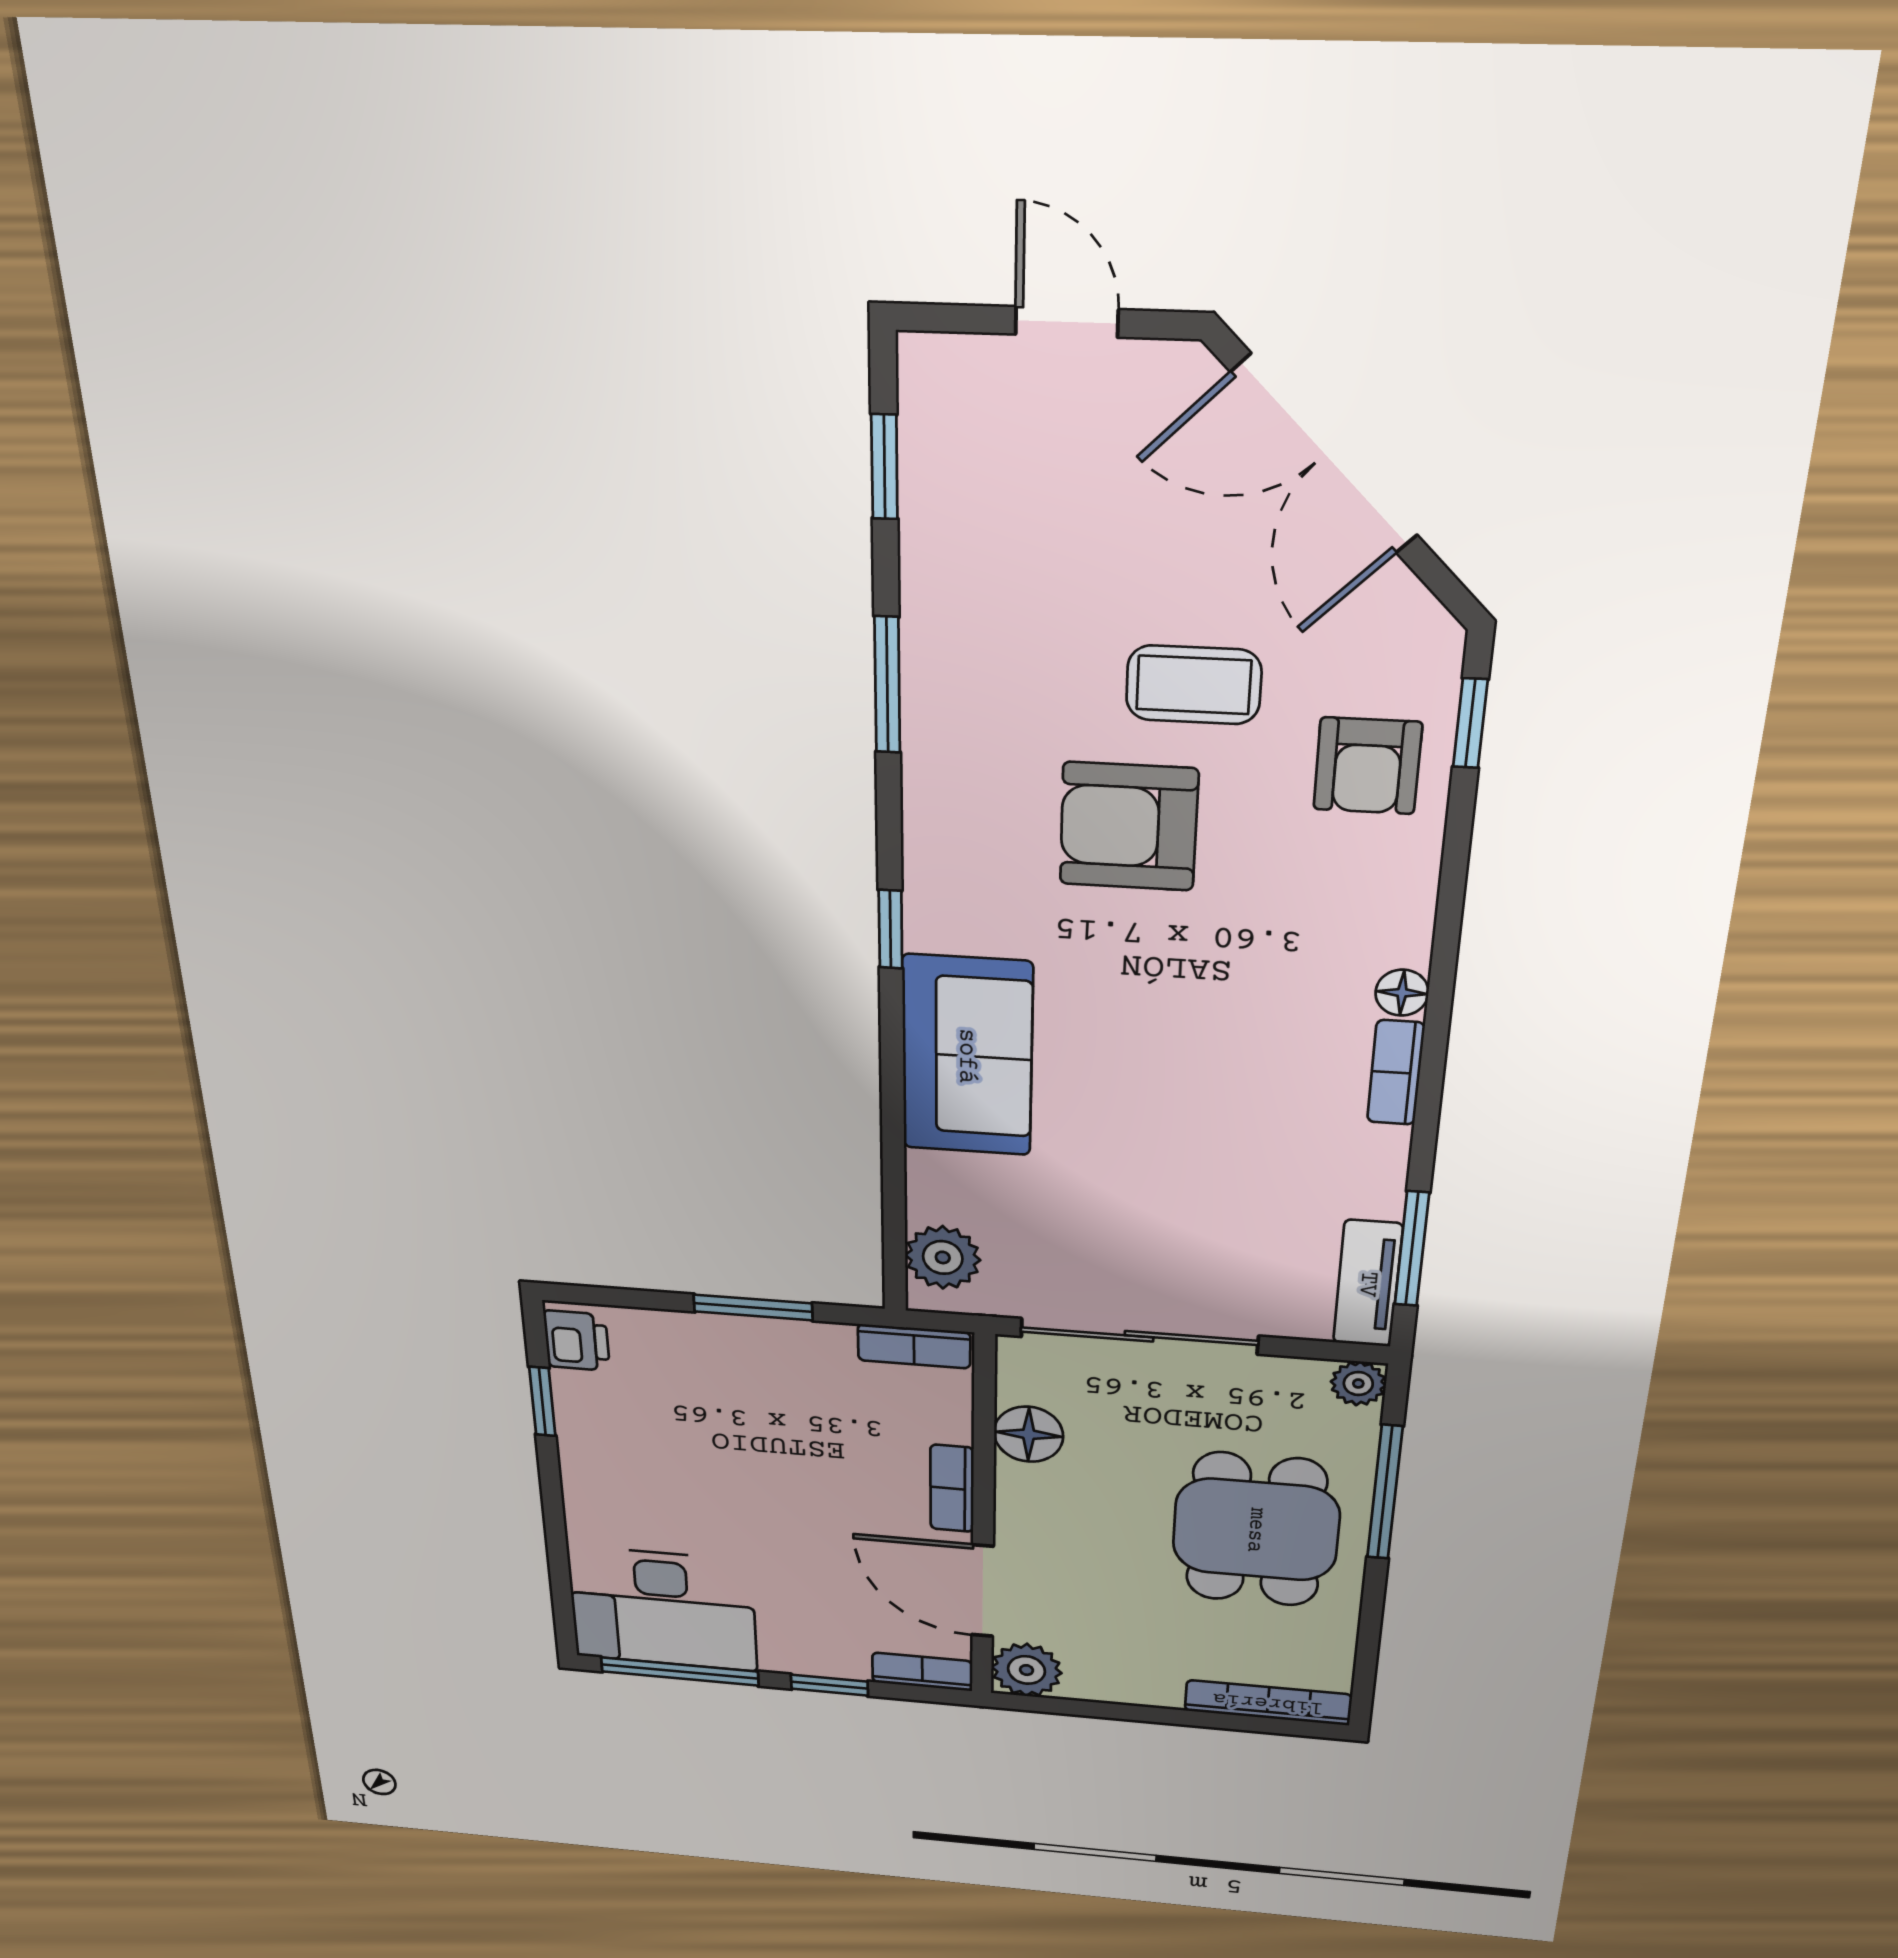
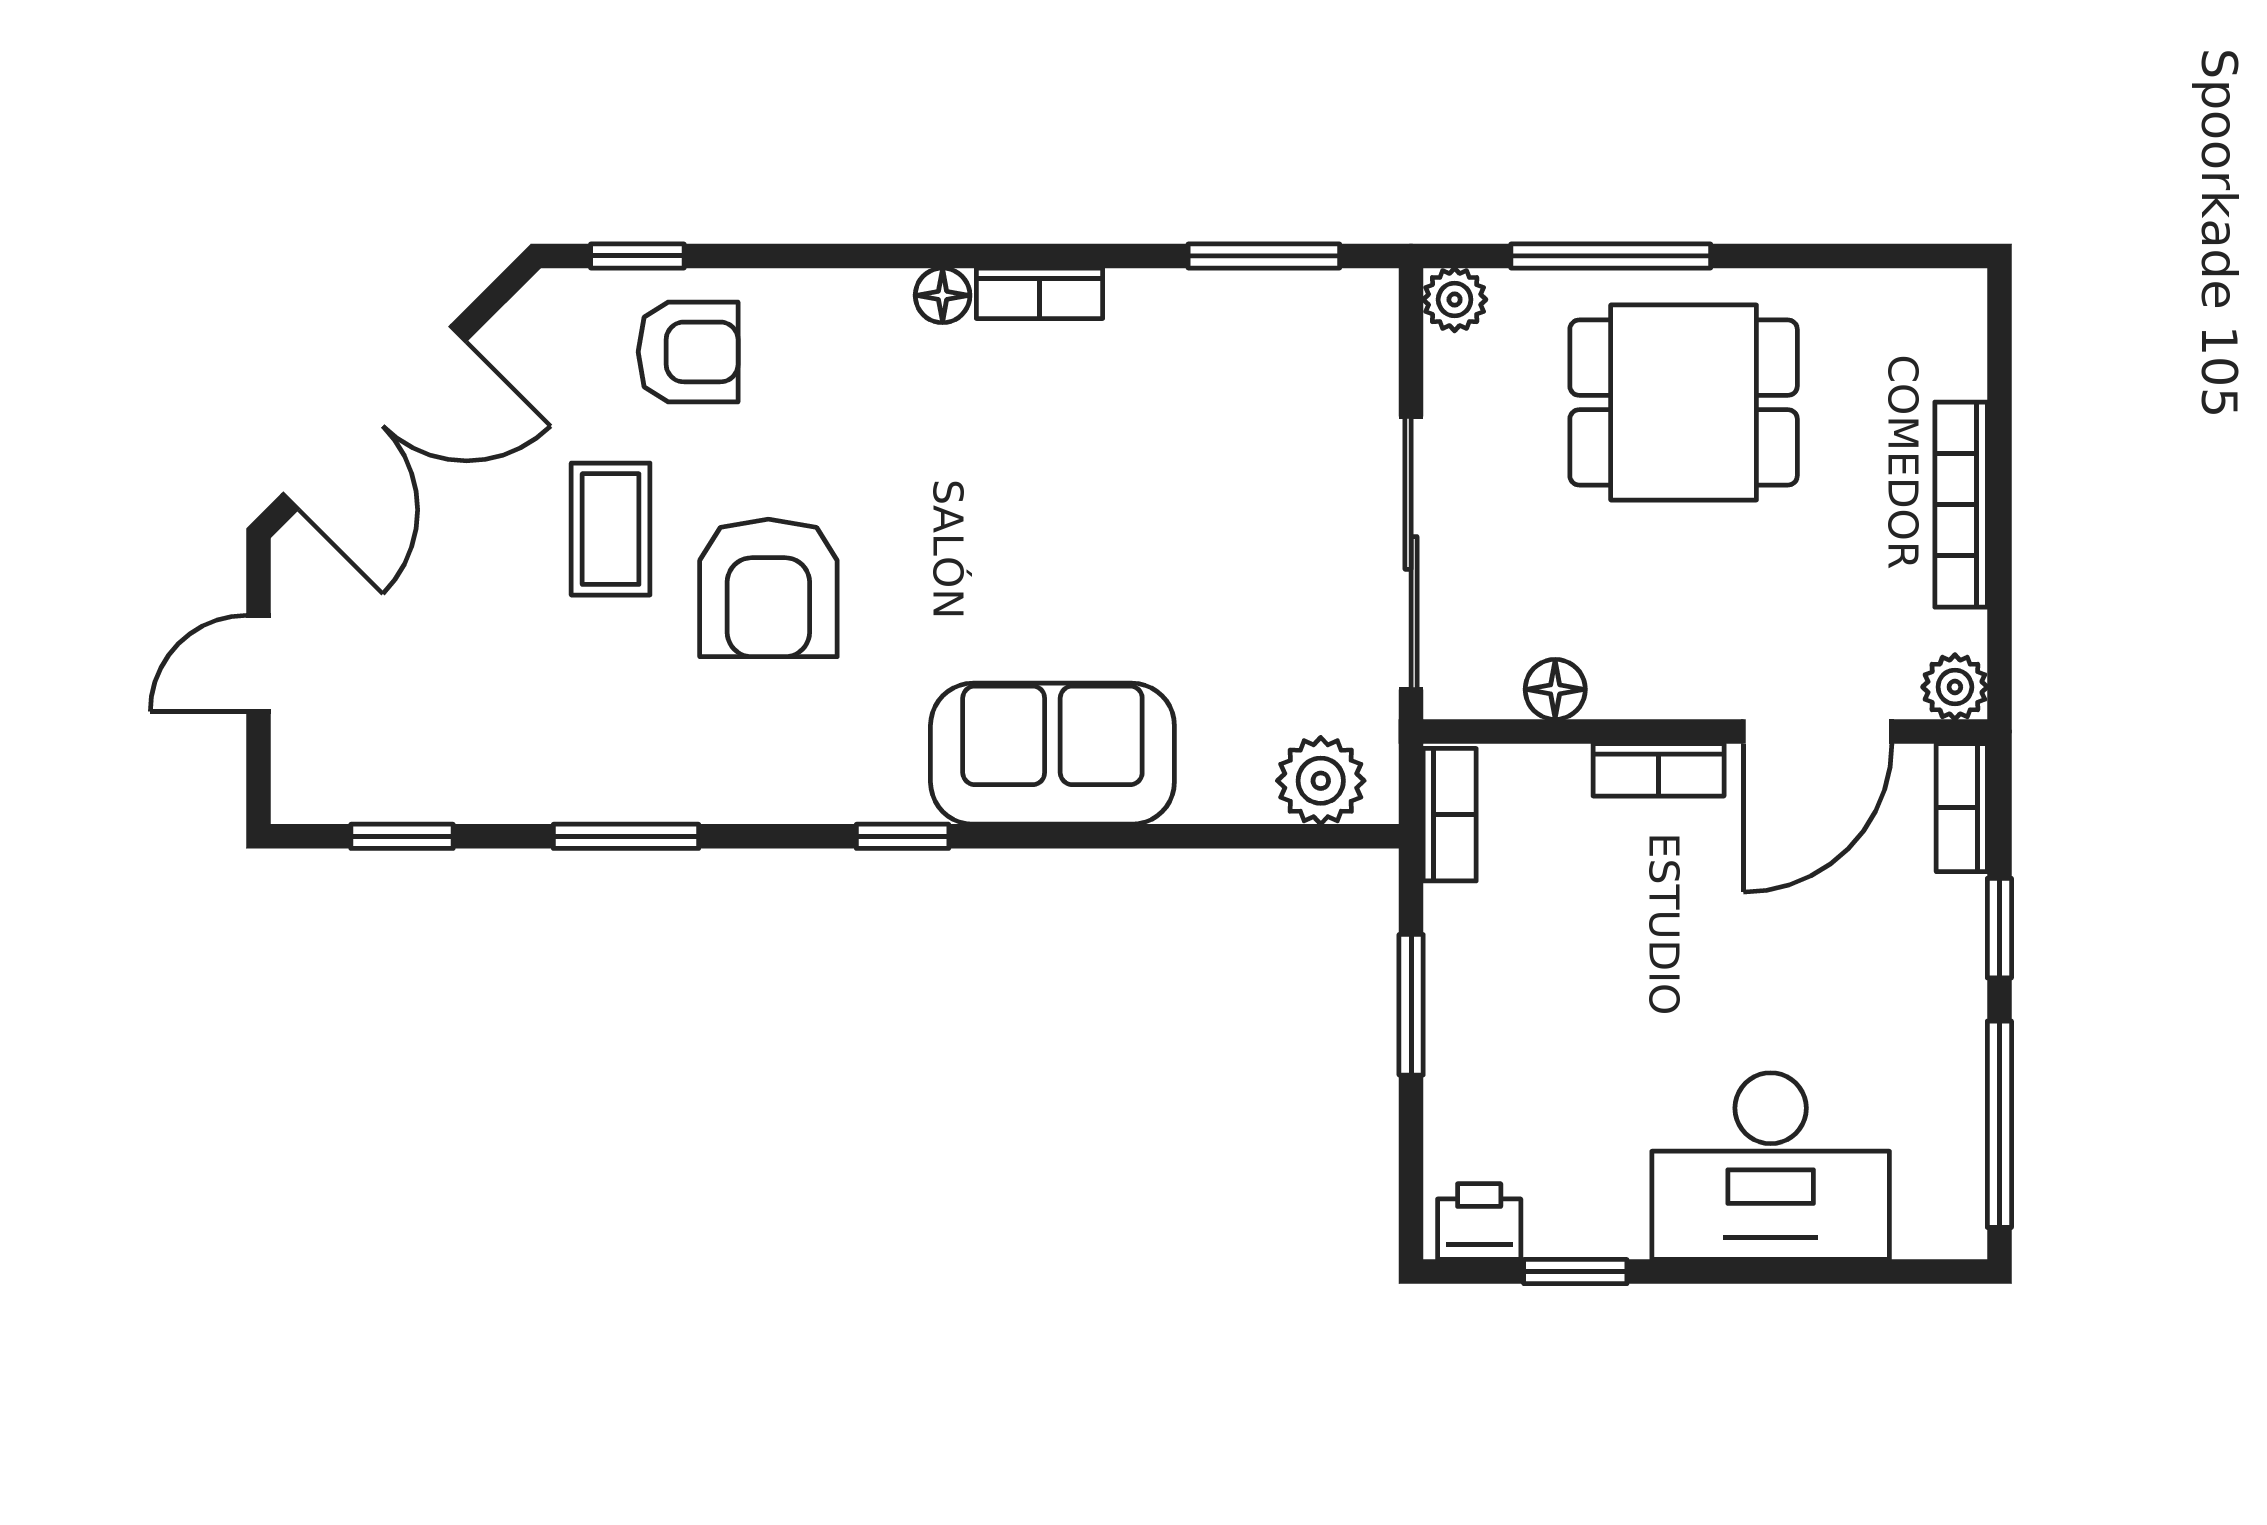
tv unit: (1368, 1284) -> (1315, 300), removed
floor lamp: (1029, 1434) -> (1555, 689), width x0.73, depth x0.73
desk: (663, 1609) -> (1771, 1166), moved, turned 90
plant: (1026, 1670) -> (1955, 687), width x0.73, depth x0.73
bookcase: (1268, 1703) -> (1961, 505), moved

